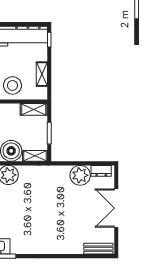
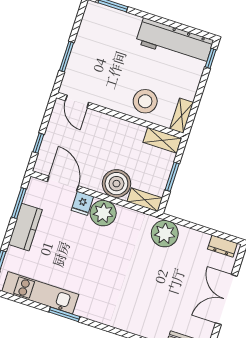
shelving: (42, 74) -> (182, 116), moved
plant: (80, 175) -> (165, 234), moved

